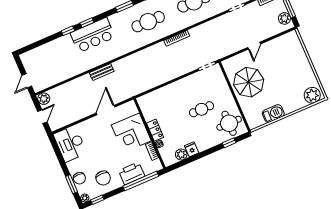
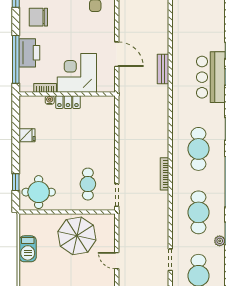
cafe table: (202, 109) -> (88, 184), moved
plant: (181, 155) -> (26, 120), removed

